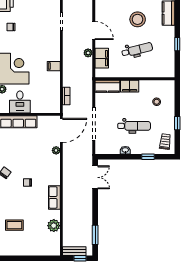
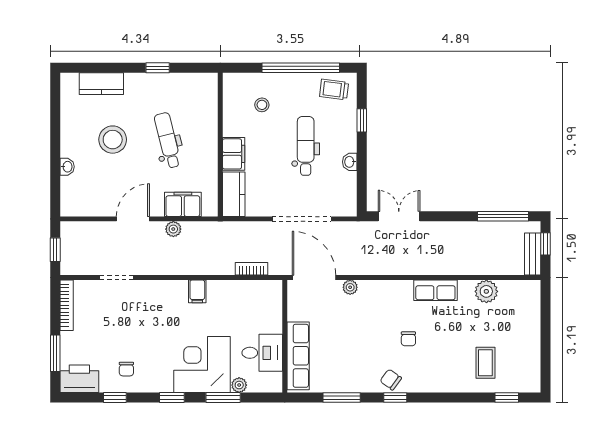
window: (177, 123) -> (301, 68), width x3.17
window: (95, 235) -> (503, 216), width x1.44

